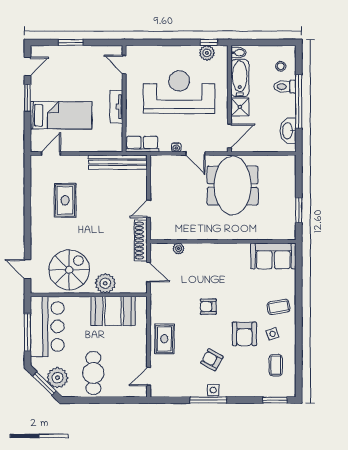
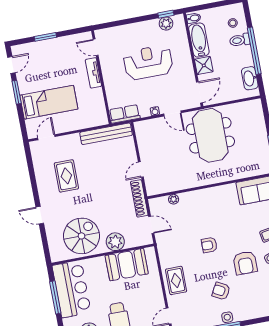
reception desk: (179, 92) -> (148, 62), width x0.74, depth x0.77
tv unit: (116, 107) -> (93, 73), moved
door: (27, 269) -> (40, 215), moved

